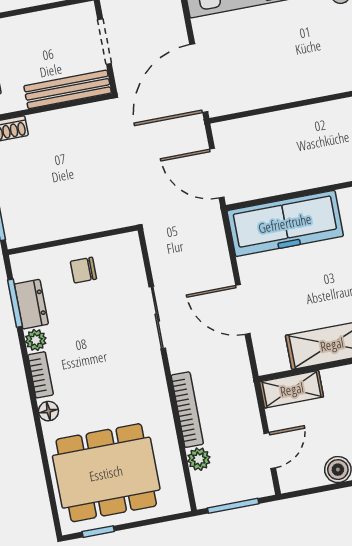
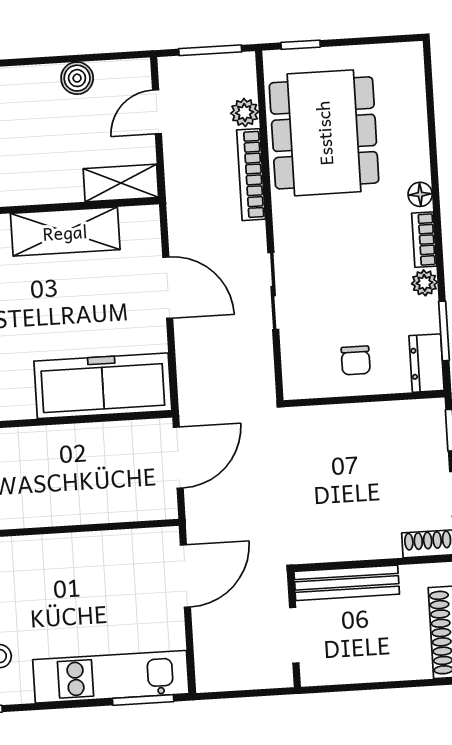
door: (199, 78) -> (185, 576), width x0.73
door: (217, 173) -> (178, 458), hinge flipped
chair: (83, 270) -> (356, 360), turned 90
dresser: (31, 304) -> (427, 363), moved
dining table: (106, 473) -> (324, 133), moved, turned 90
window: (98, 532) -> (301, 45), moved

